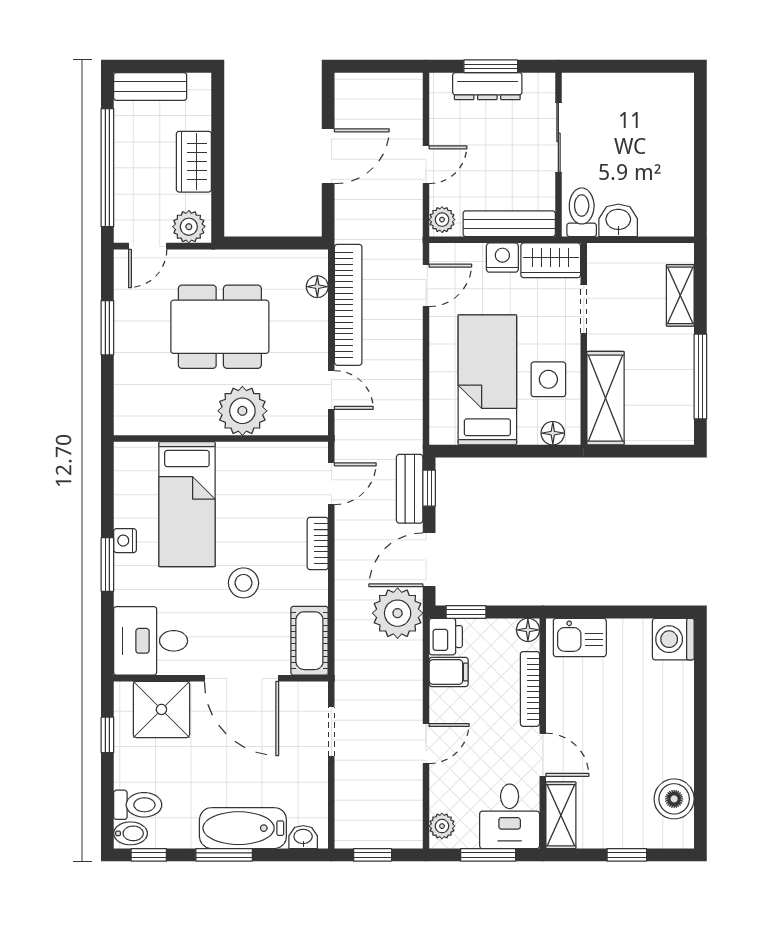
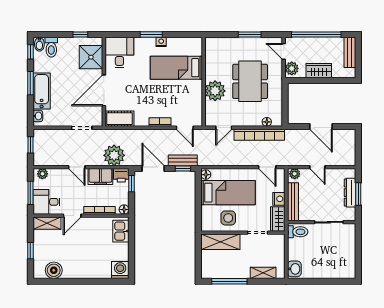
washbasin: (618, 220) -> (294, 269), moved
floor lamp: (553, 433) -> (206, 175), moved
stool: (243, 583) -> (144, 91), removed
plant: (398, 613) -> (114, 155), moved
filing cabinet: (449, 672) -> (100, 177), width x2.00

